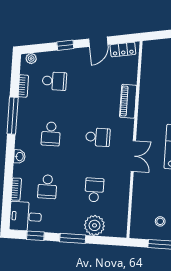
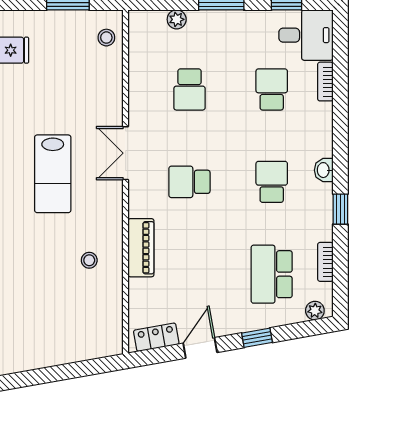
school desk: (54, 81) -> (272, 274), width x1.85
stool: (158, 96) -> (89, 260), added
window: (13, 116) -> (340, 209), width x0.46
washbasin: (19, 157) -> (324, 170), moved
stool: (160, 221) -> (106, 38), moved
plant: (94, 225) -> (177, 19), width x0.53, depth x0.53

